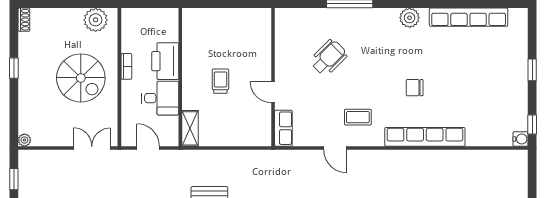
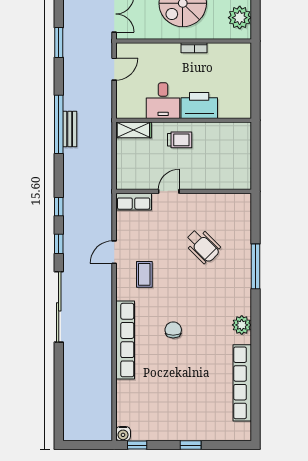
printer: (165, 61) -> (199, 106), moved
wall: (180, 77) -> (184, 120), moved
desk: (160, 98) -> (163, 101), moved
shelving: (190, 128) -> (133, 130), moved

